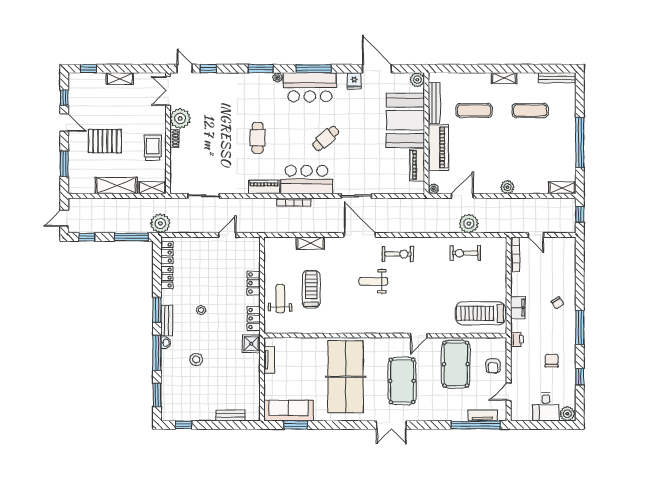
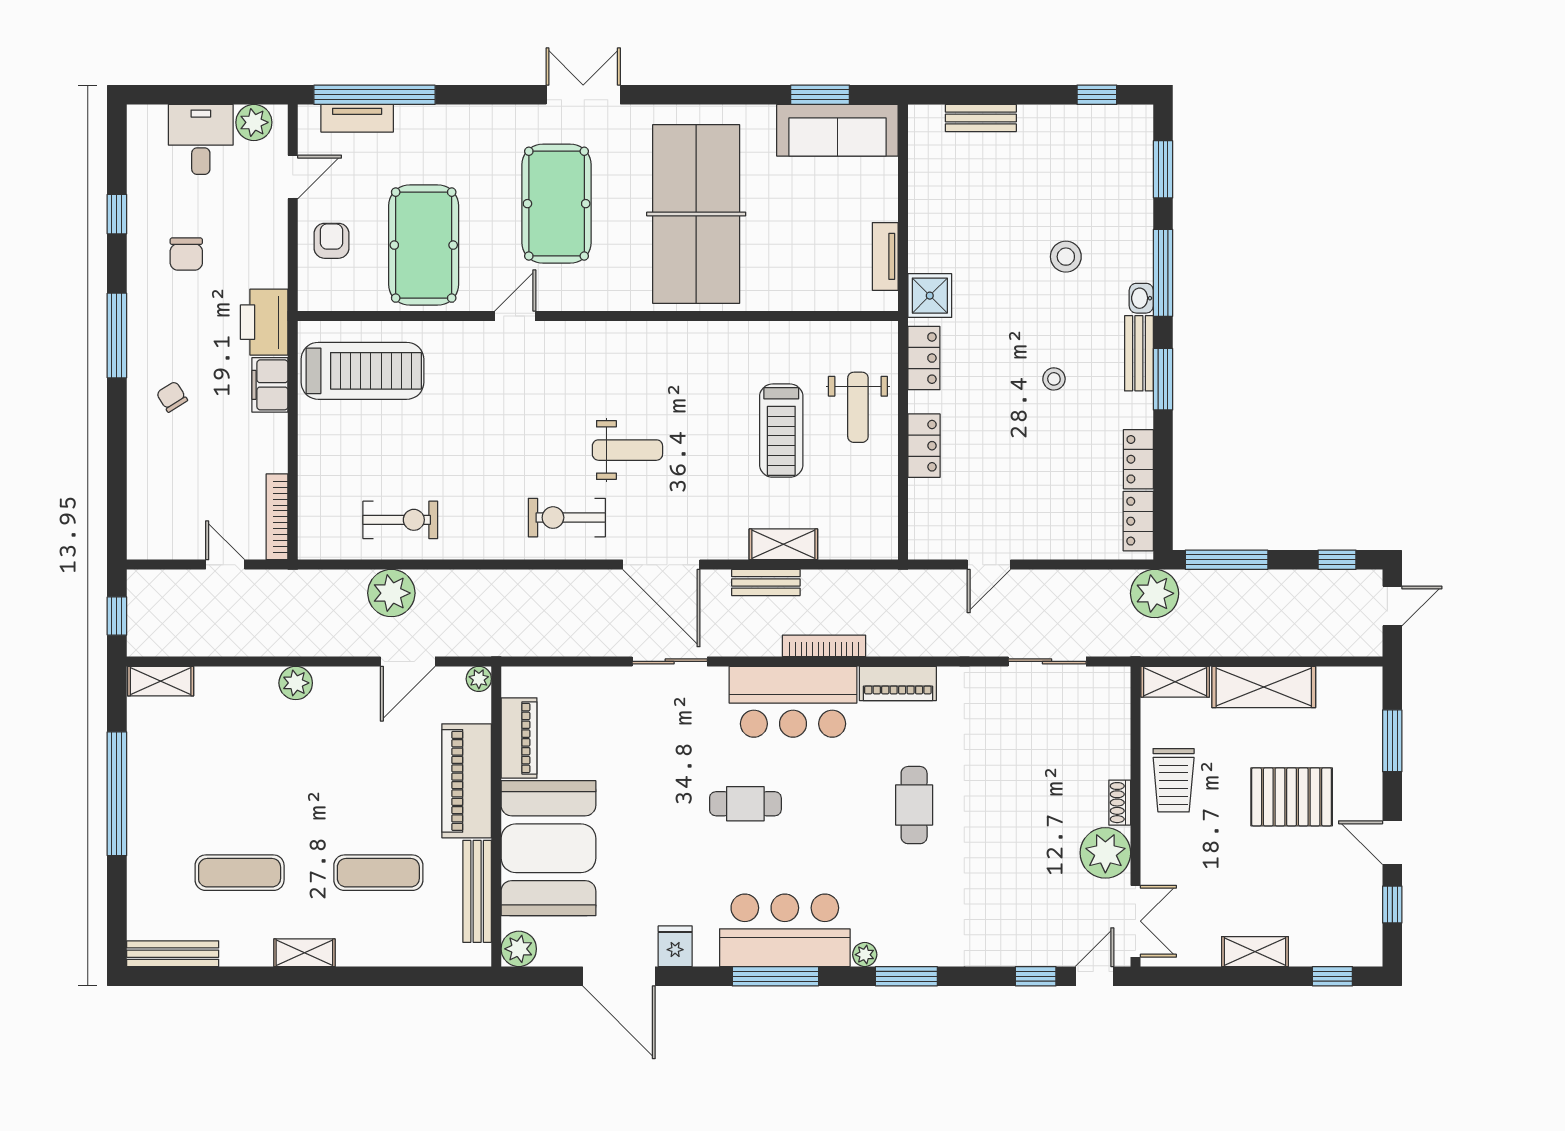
door: (185, 69) -> (1094, 976), swing flipped
cafe table: (326, 138) -> (745, 804), turned 42
bench: (317, 228) -> (766, 582), added
printer: (517, 339) -> (264, 322), width x1.87, depth x1.48
plant: (567, 414) -> (254, 122), moved

